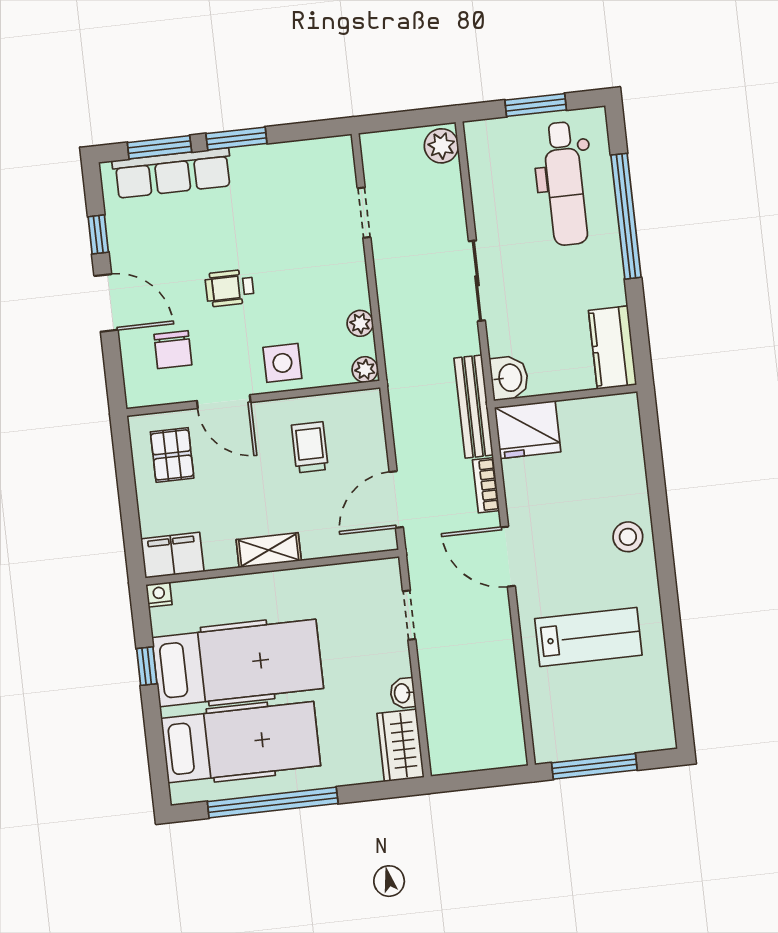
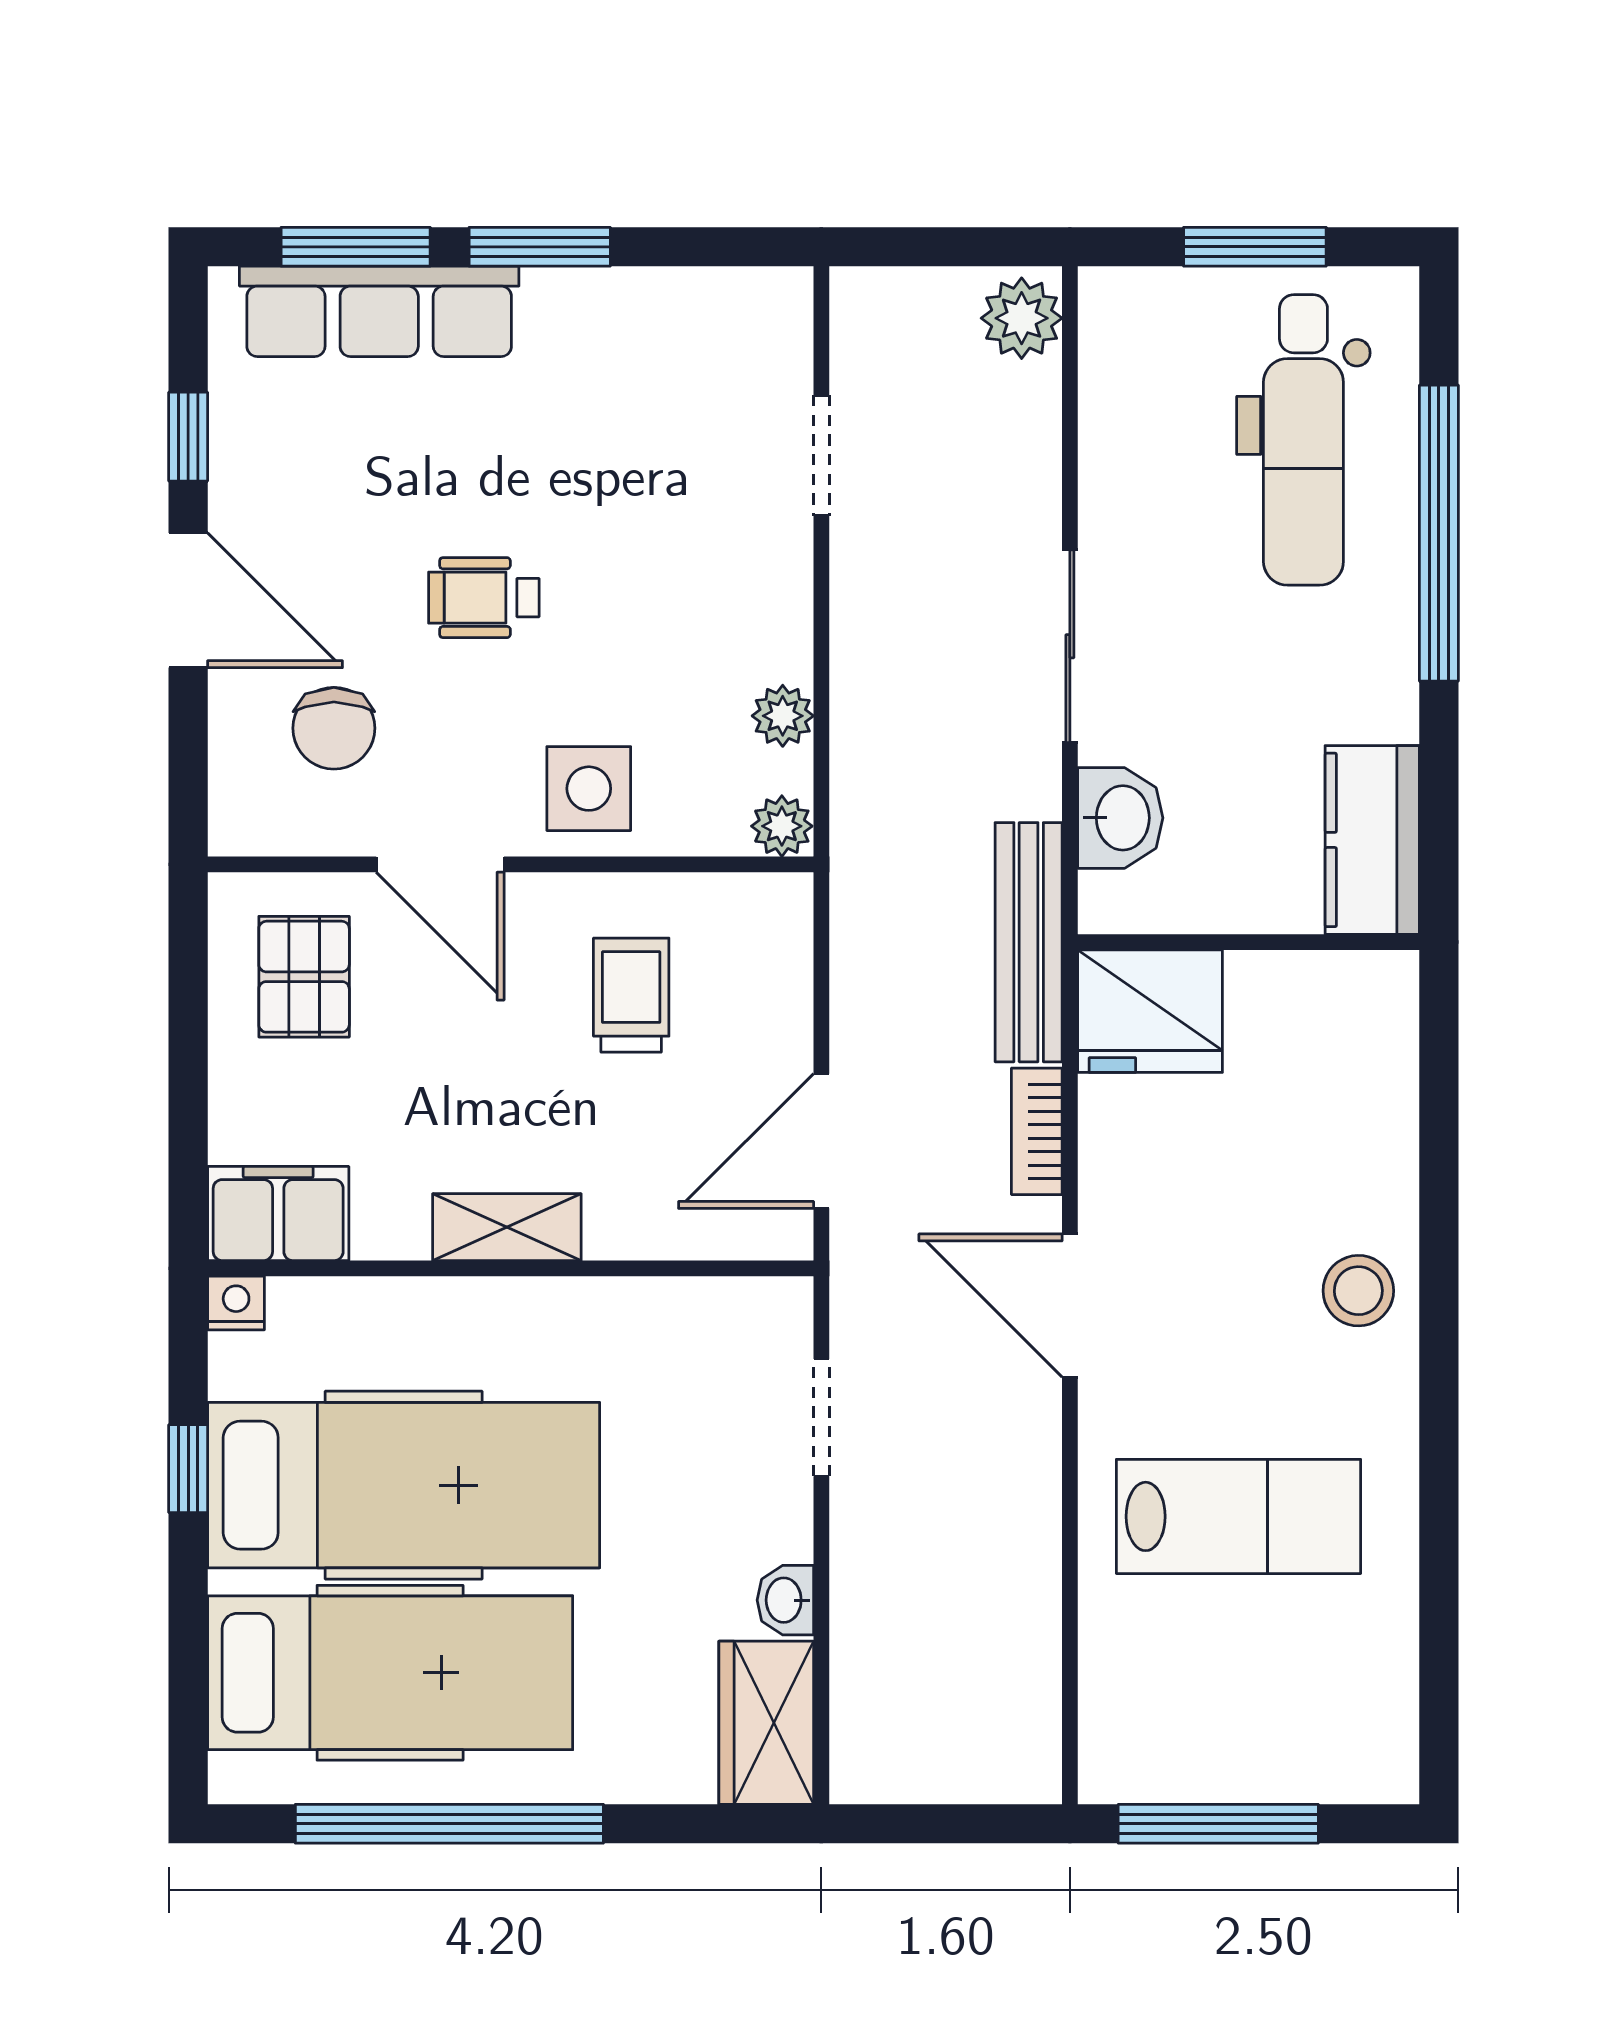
washbasin: (509, 378) -> (1120, 818), moved

